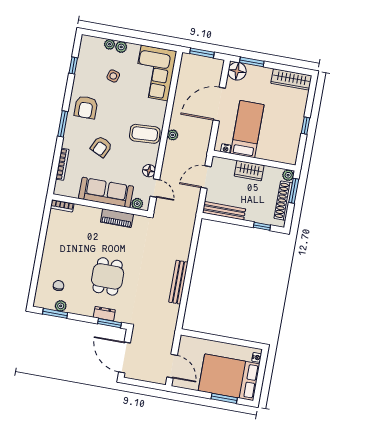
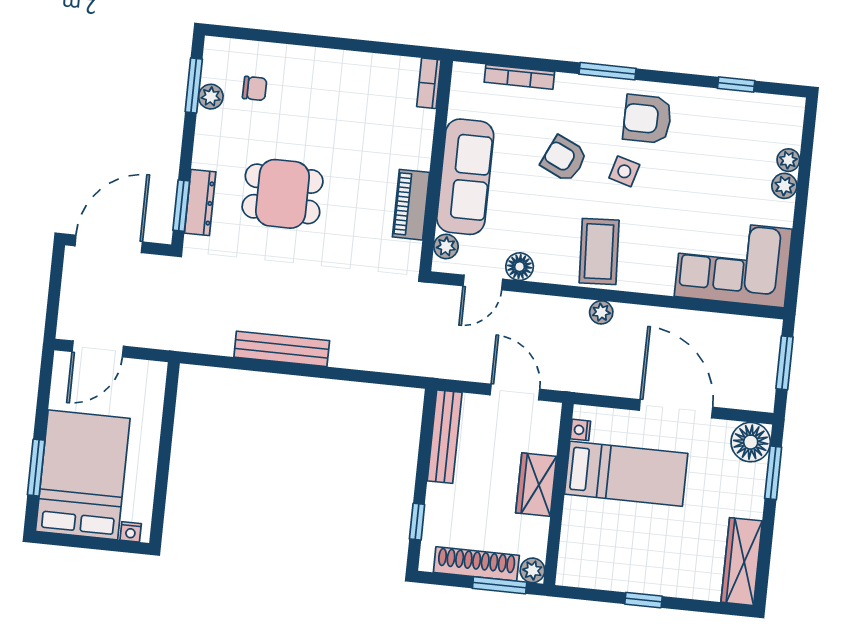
side table: (113, 76) -> (624, 171), moved
dresser: (104, 314) -> (200, 202), width x1.44

